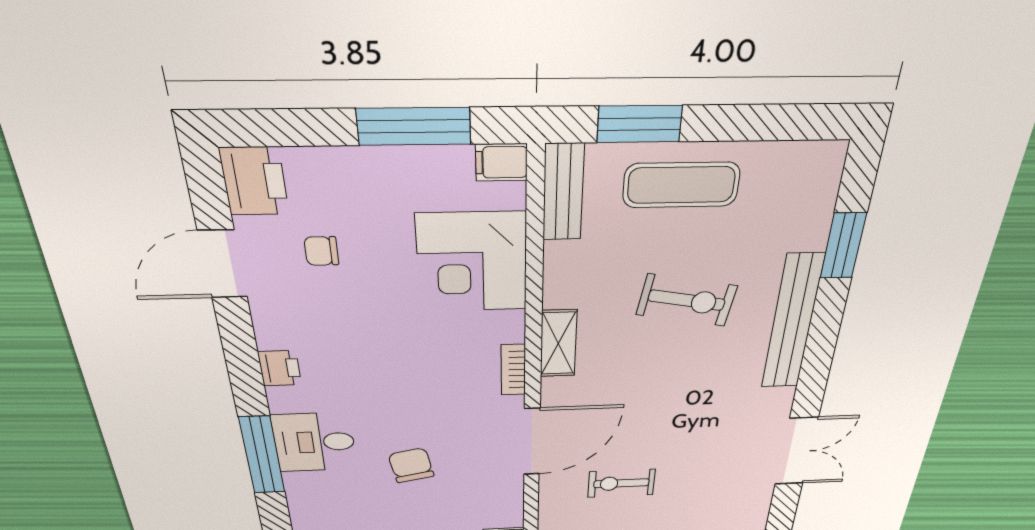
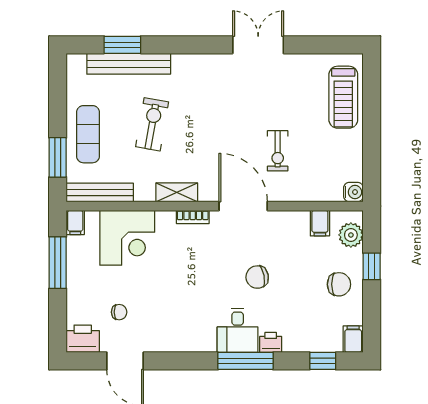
bench: (563, 192) -> (100, 192), width x1.36
chair: (321, 251) -> (119, 312), turned -90
bench: (792, 322) -> (129, 64), moved
printer: (280, 368) -> (271, 342), moved

